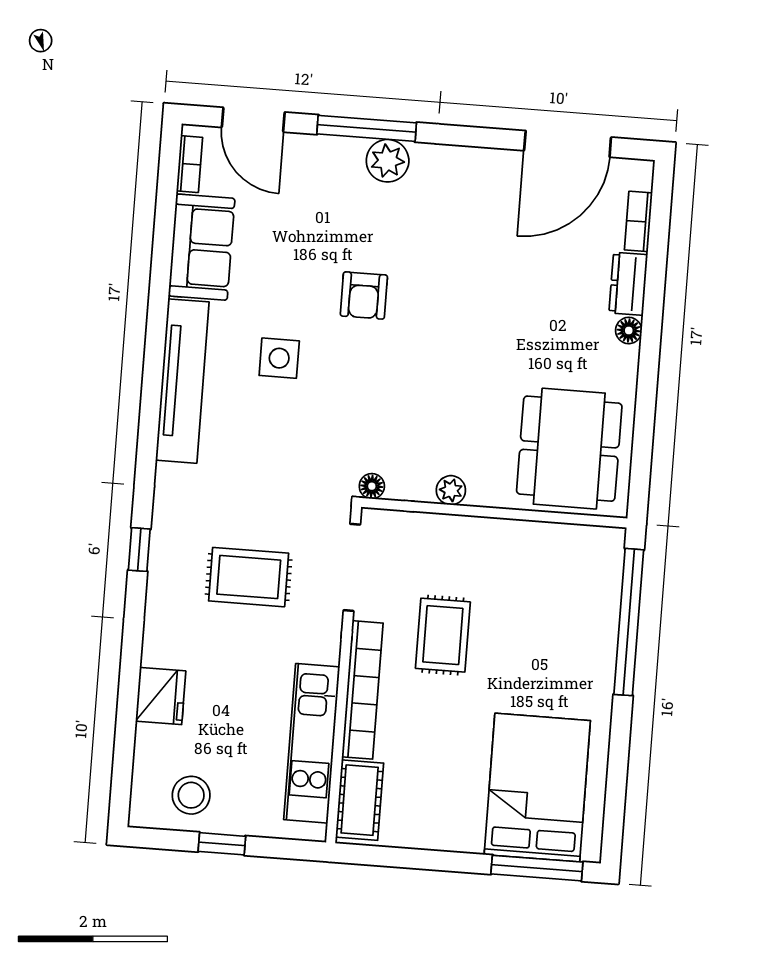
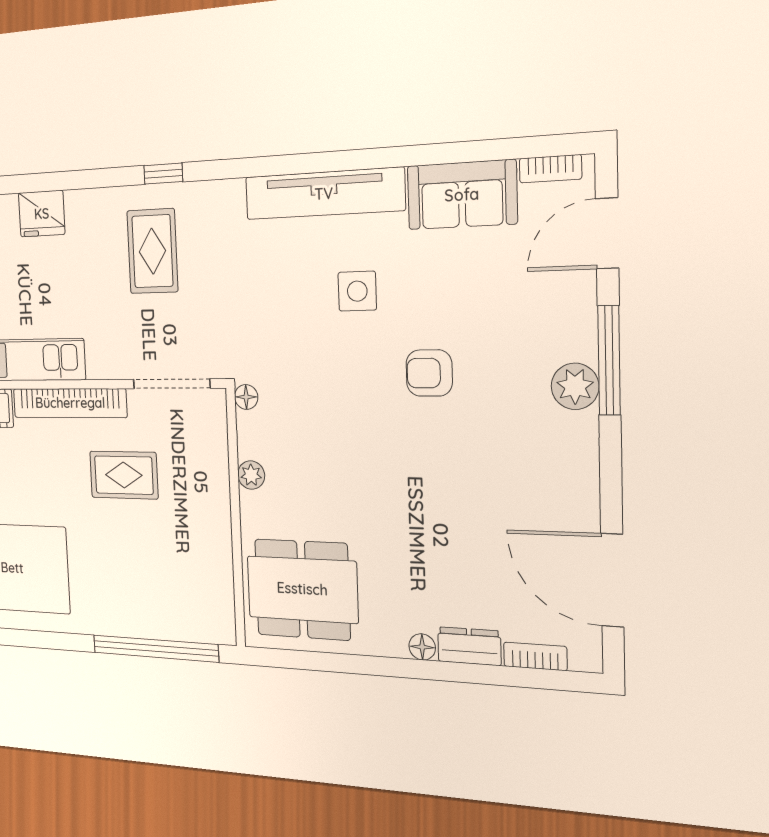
rug: (249, 577) -> (152, 251), moved

